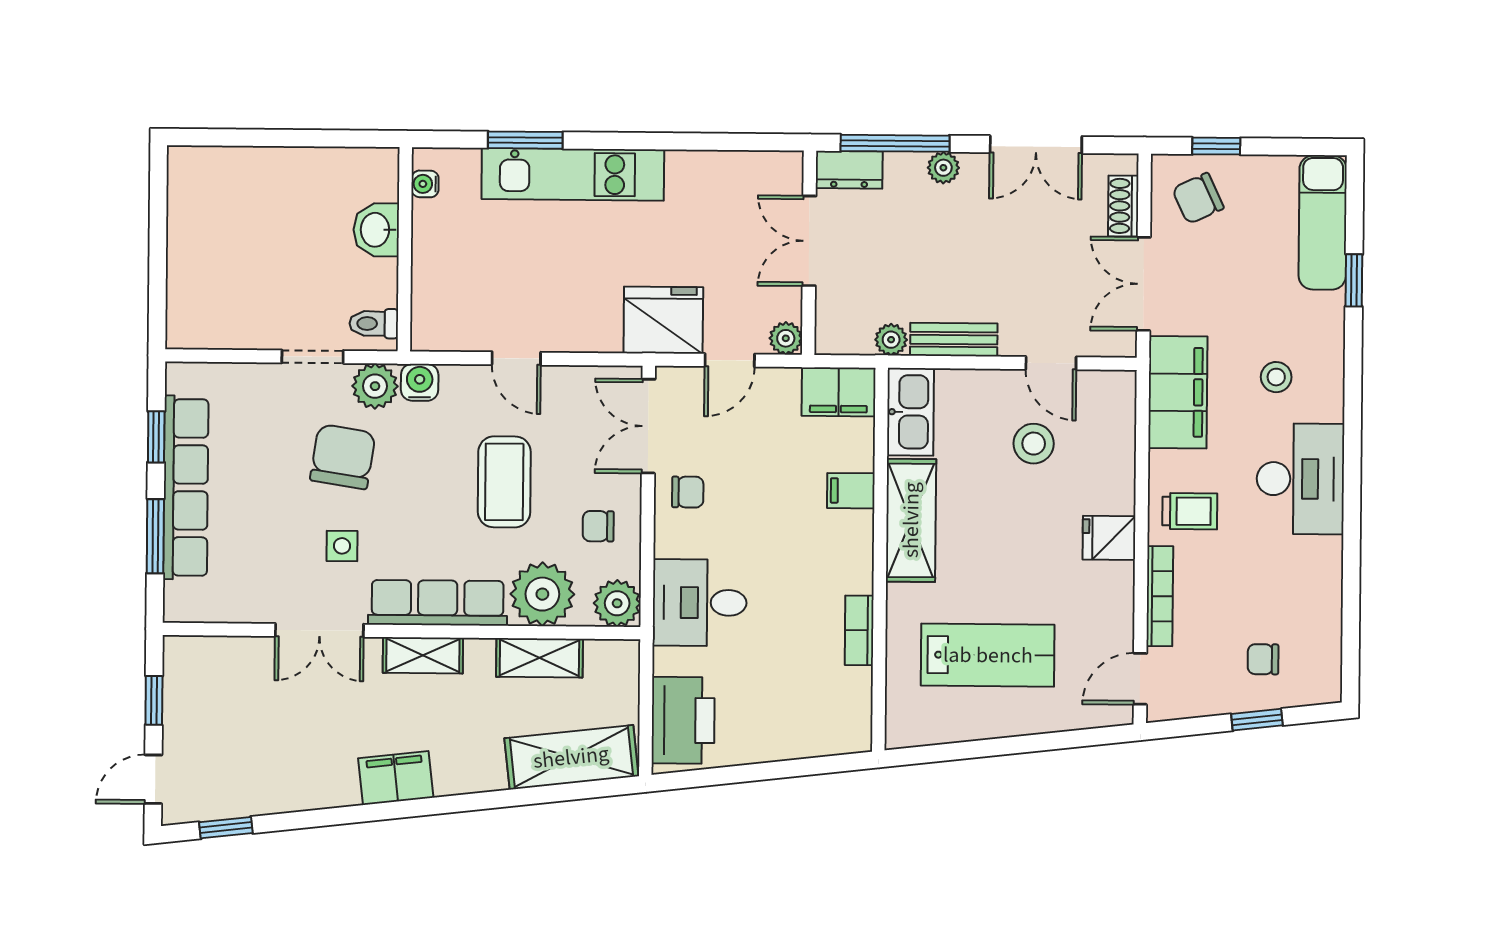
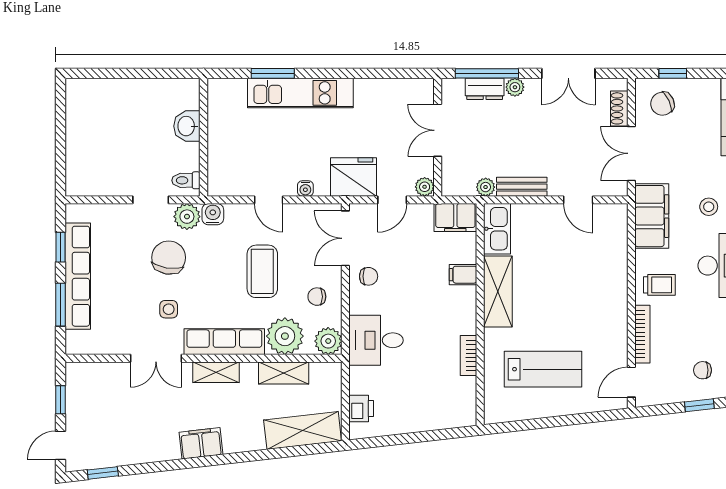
dresser: (849, 170) -> (485, 89), moved
water cooler: (425, 184) -> (305, 188), moved, turned -90
stool: (1034, 444) -> (569, 246), removed
fridge: (1109, 538) -> (613, 301), removed
printer: (683, 720) -> (361, 409), width x0.53, depth x0.68

